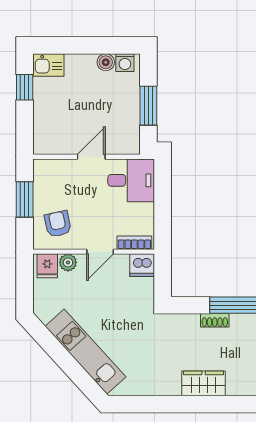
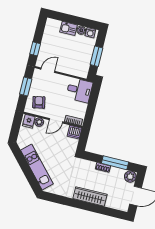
kitchen sink: (48, 65) -> (68, 28), moved
window: (25, 87) -> (35, 49), moved
door: (91, 157) -> (48, 70), moved
wardrobe: (204, 383) -> (90, 196), width x1.50

